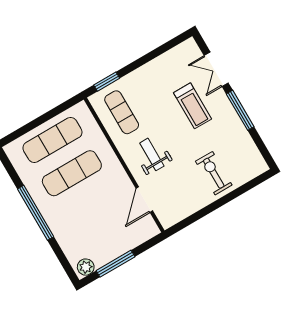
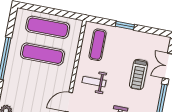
window: (107, 82) -> (125, 25), moved
weight bench: (152, 154) -> (94, 82), turned -90

